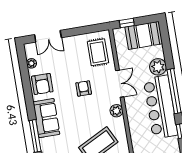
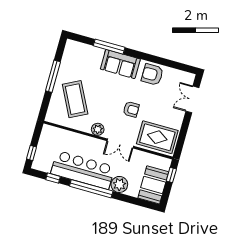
rug: (98, 52) -> (157, 137), width x1.36, depth x1.43
plant: (31, 63) -> (175, 74), removed

